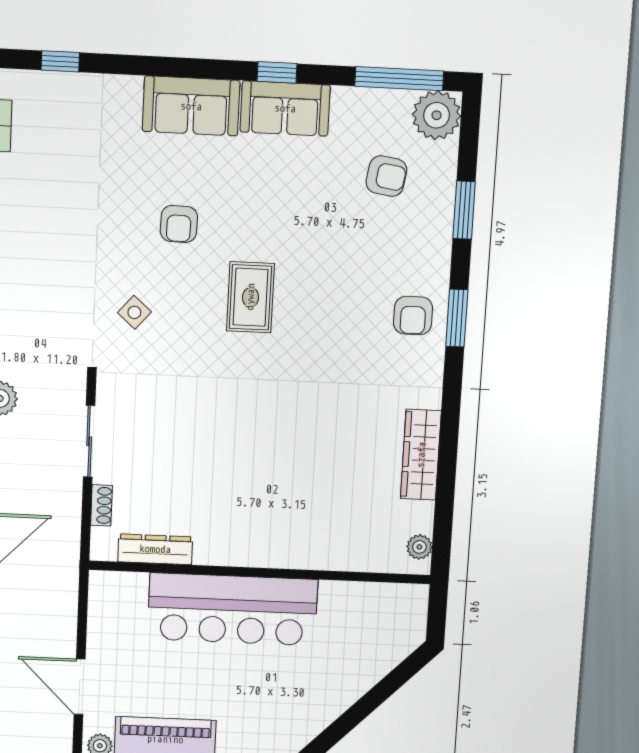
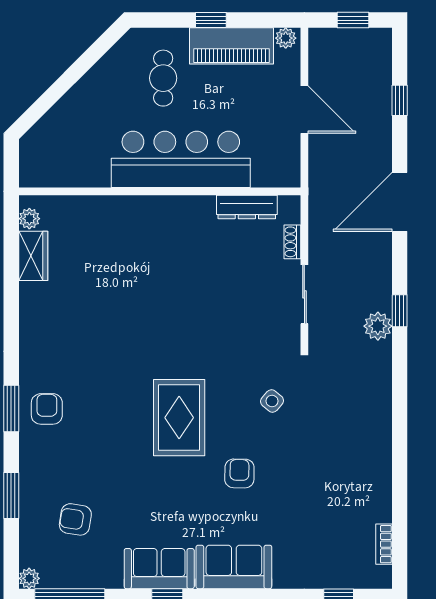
plant: (437, 115) -> (29, 578), width x0.53, depth x0.53
rug: (250, 297) -> (179, 418), width x1.36, depth x1.43
wardrobe: (421, 455) -> (33, 256), moved, width x0.67
door: (80, 687) -> (304, 110), moved
cafe table: (249, 705) -> (163, 78), added

